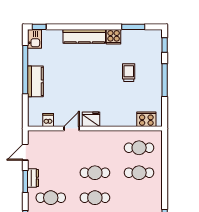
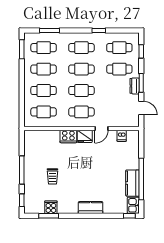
kitchen counter: (84, 36) -> (91, 208), width x0.67
cooker: (114, 37) -> (51, 207), moved
kitchen counter: (35, 81) -> (133, 183), moved
cooker: (146, 119) -> (68, 136), moved
cafe table: (95, 148) -> (81, 112), added
door: (25, 152) -> (141, 108), hinge flipped
cafe table: (139, 198) -> (44, 69), added

